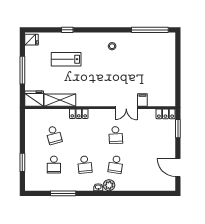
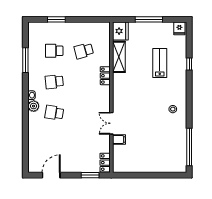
school desk: (116, 135) -> (84, 113), removed

